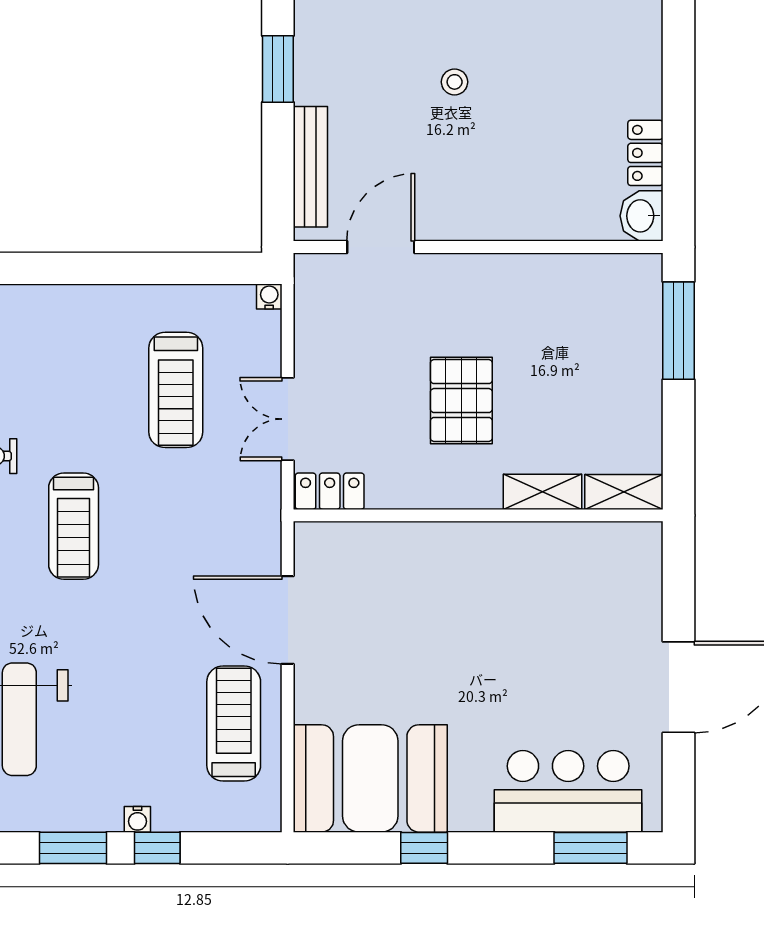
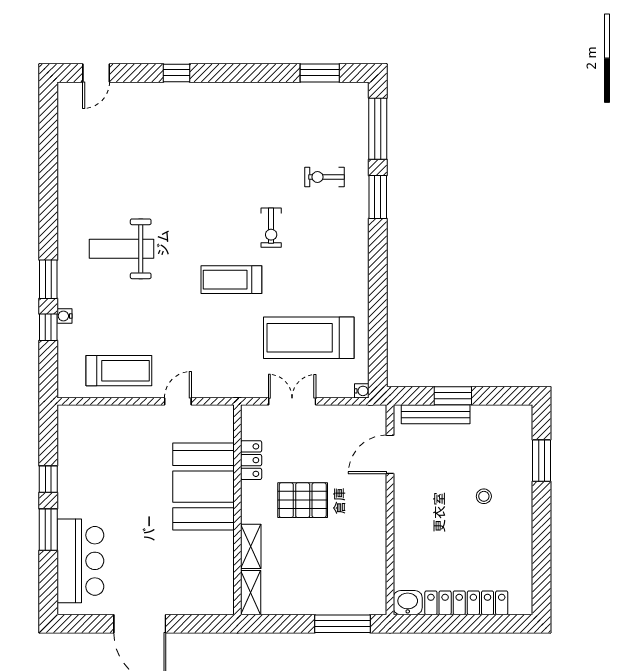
window: (278, 69) -> (453, 396), moved
locker: (645, 153) -> (466, 603), width x2.16, depth x1.21
door: (381, 247) -> (390, 454), swing flipped
treadmill: (176, 390) -> (309, 338), width x1.37, depth x1.38
locker: (330, 491) -> (251, 460), moved
door: (288, 620) -> (178, 401), width x0.53
booth: (370, 778) -> (203, 487), moved
window: (590, 848) -> (48, 530), moved

